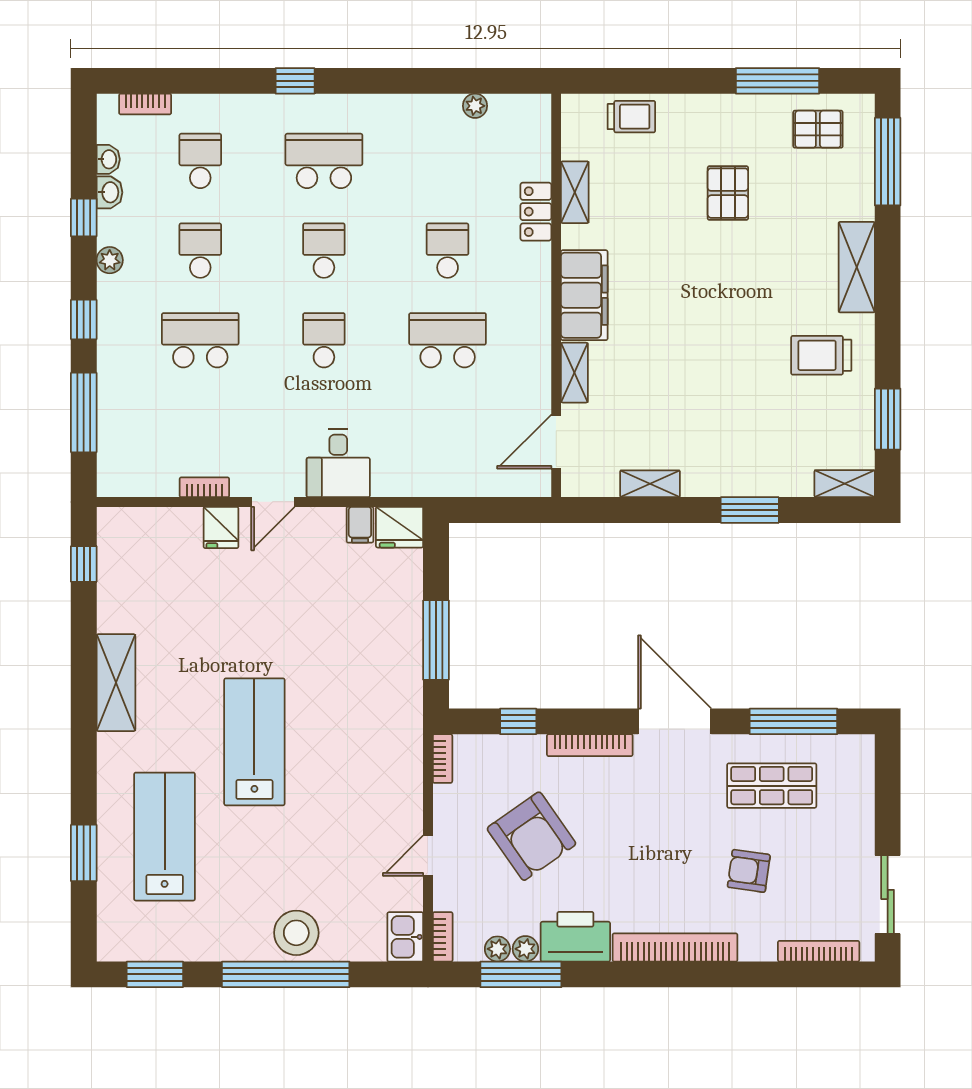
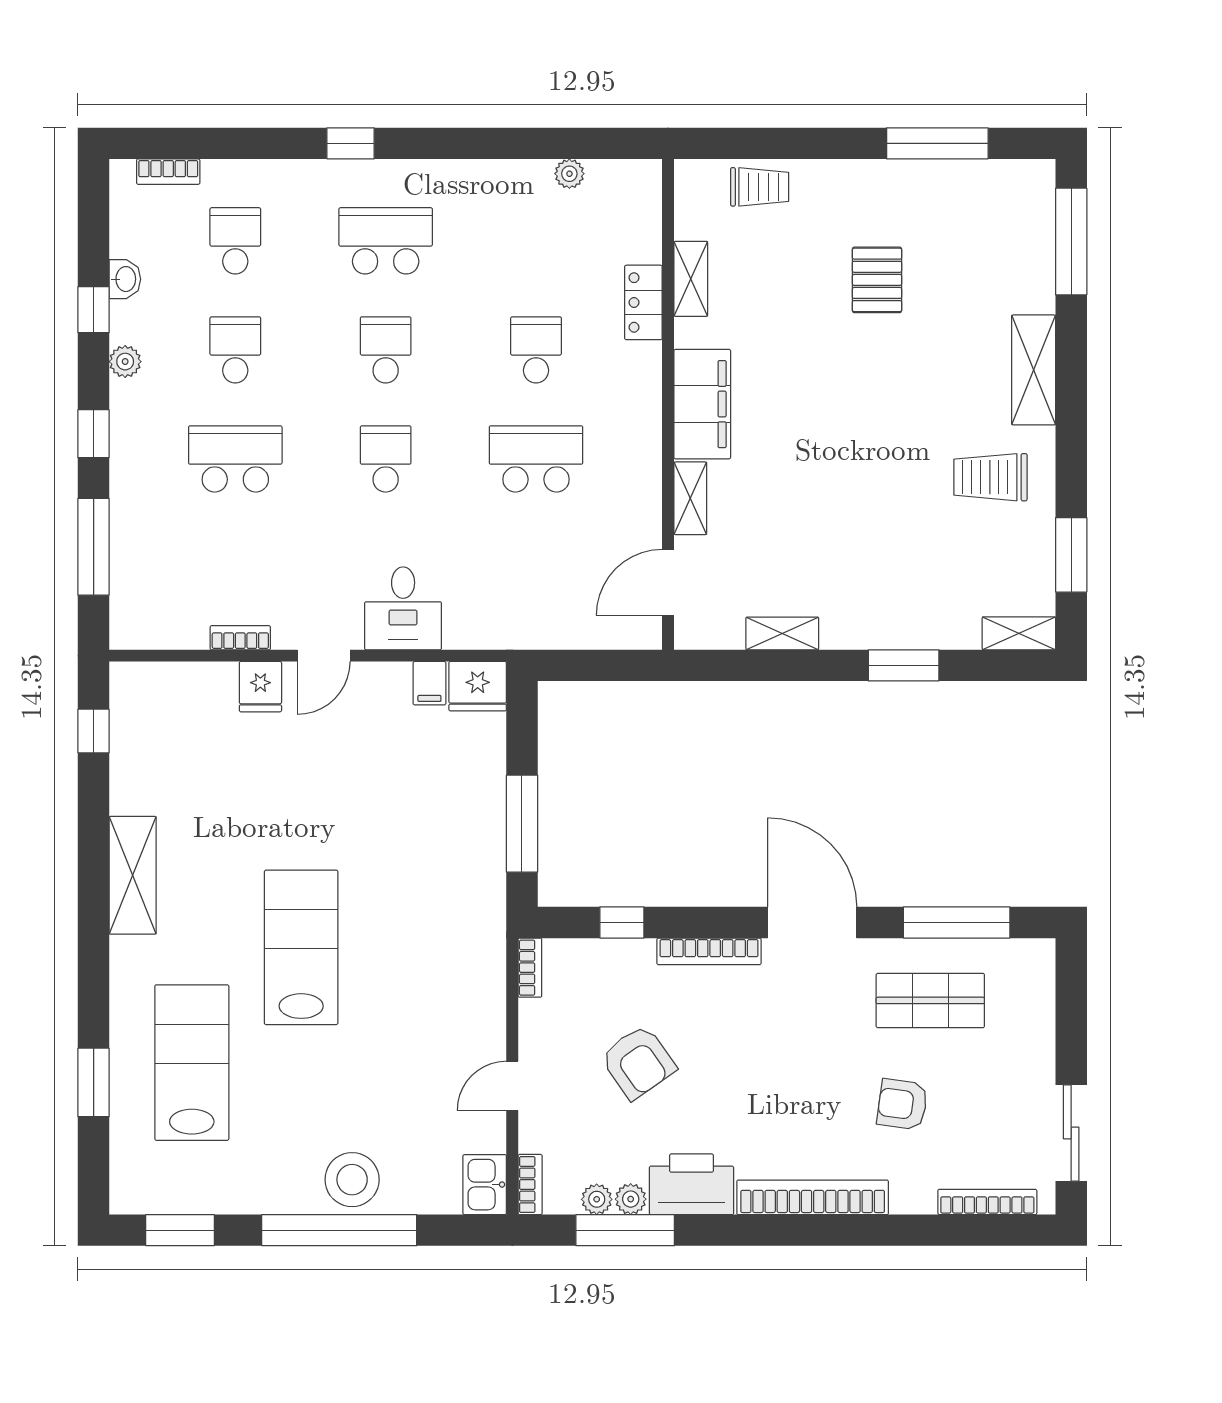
pallet: (818, 129) -> (987, 202), removed
washbasin: (108, 159) -> (123, 239), removed
armchair: (532, 836) -> (638, 1062), width x0.73, depth x0.73

